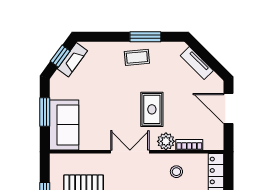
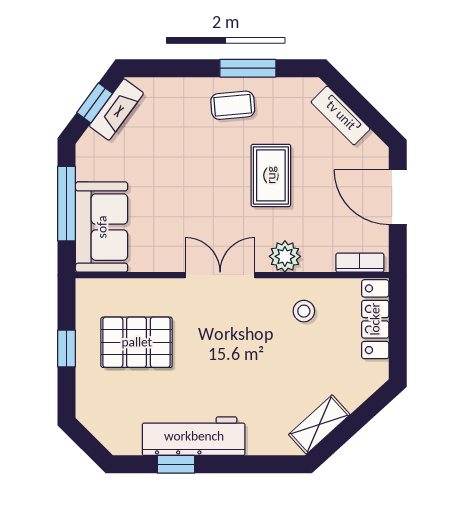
rug: (152, 109) -> (271, 175), moved
window: (45, 112) -> (67, 204), width x1.44
bookcase: (189, 145) -> (360, 263), moved

